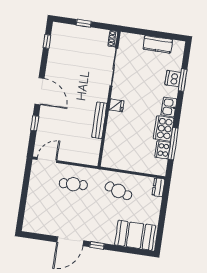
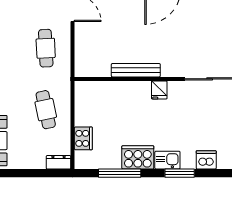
window: (183, 80) -> (180, 173), moved
cooker: (163, 150) -> (83, 138), moved, turned 90
cafe table: (118, 191) -> (46, 110), turned -30

